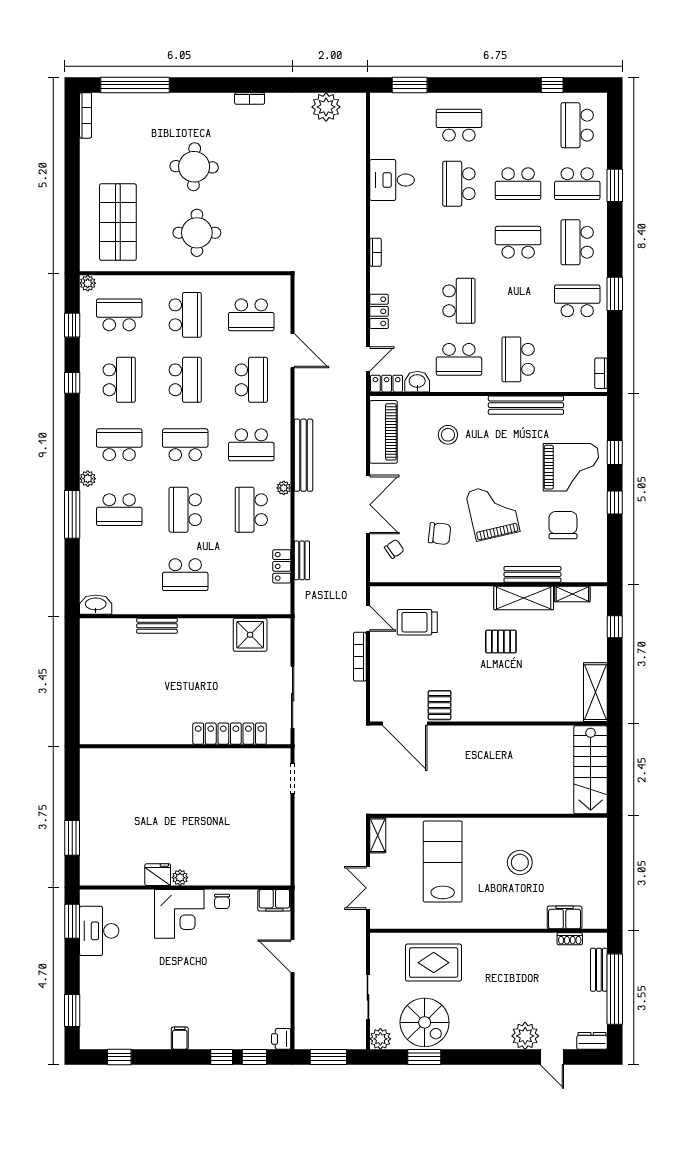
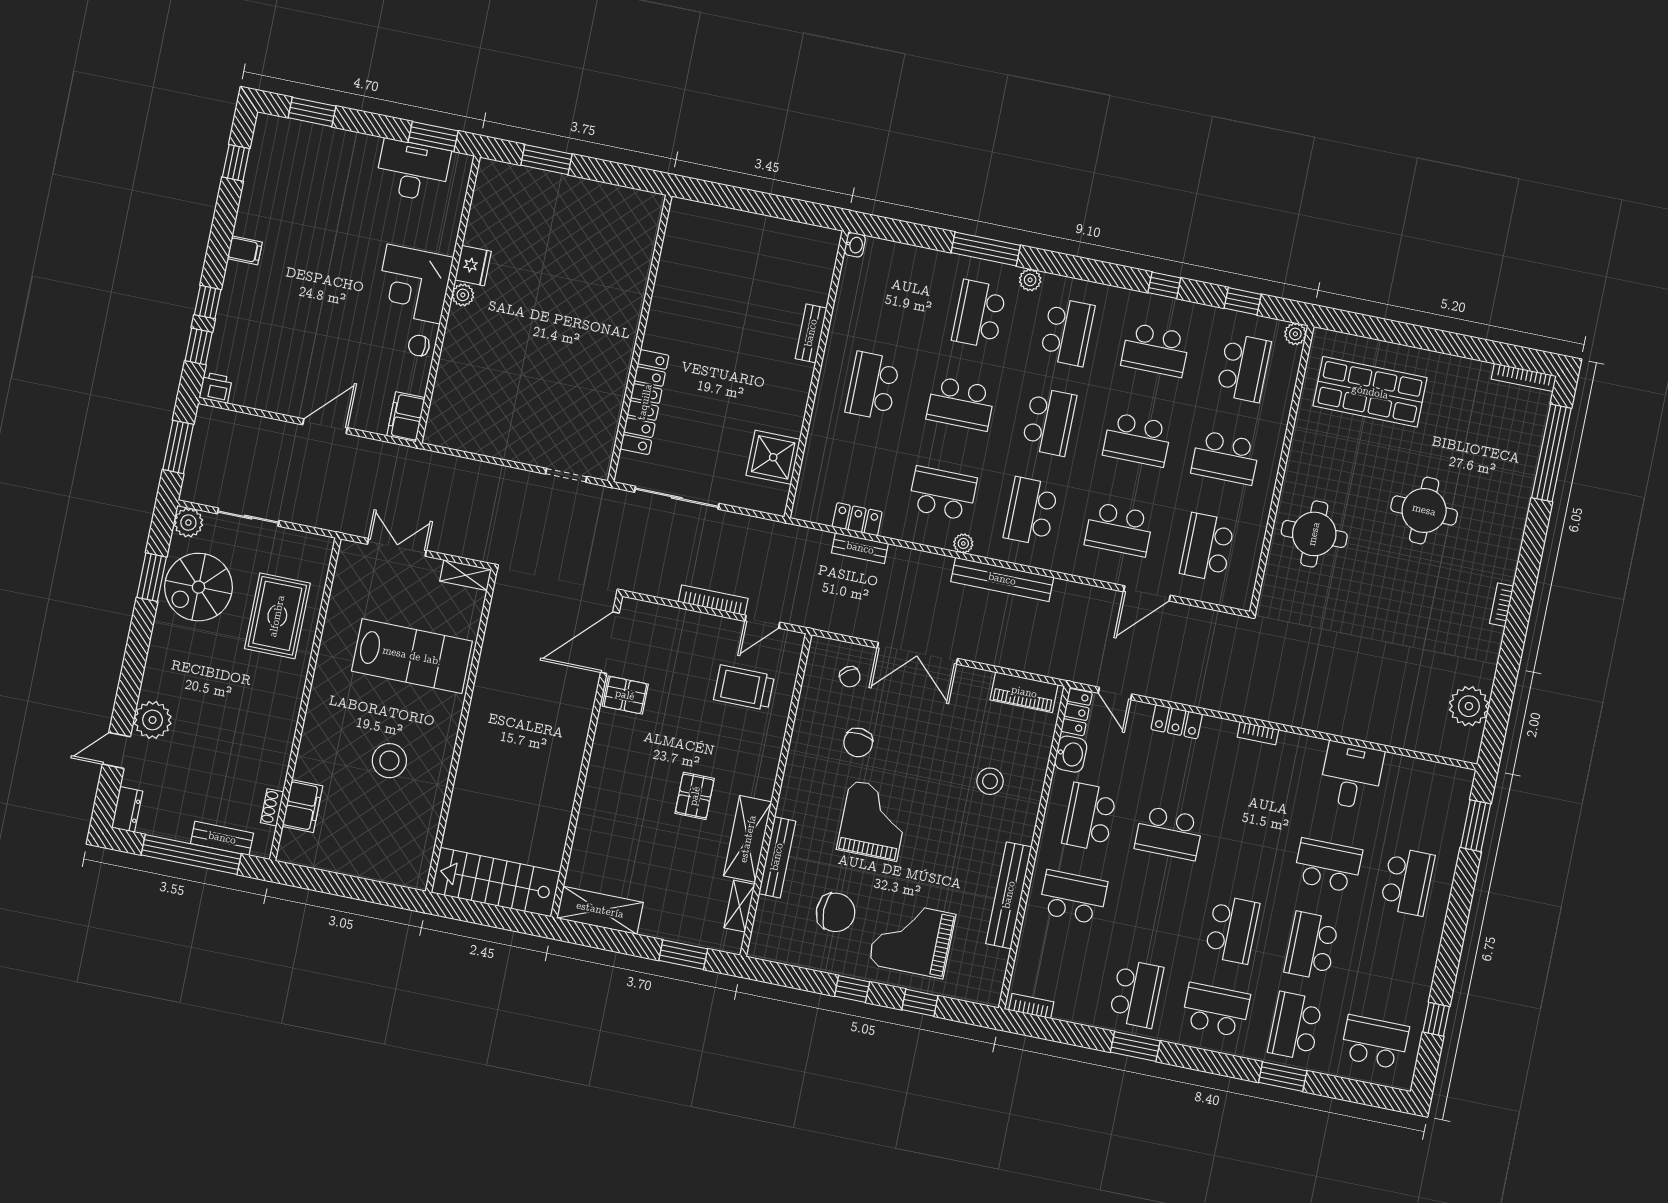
round table: (197, 233) -> (1314, 534), moved
piano: (383, 432) -> (1024, 692), width x0.73, depth x0.75
grand piano: (571, 467) -> (912, 939), turned 90
school desk: (185, 510) -> (961, 404), turned 180
grand piano: (493, 512) -> (873, 821), turned -77
washbasin: (96, 605) -> (855, 245), width x0.52, depth x0.69
trolley: (417, 622) -> (744, 688), turned -90
window: (615, 627) -> (683, 955), width x1.50

